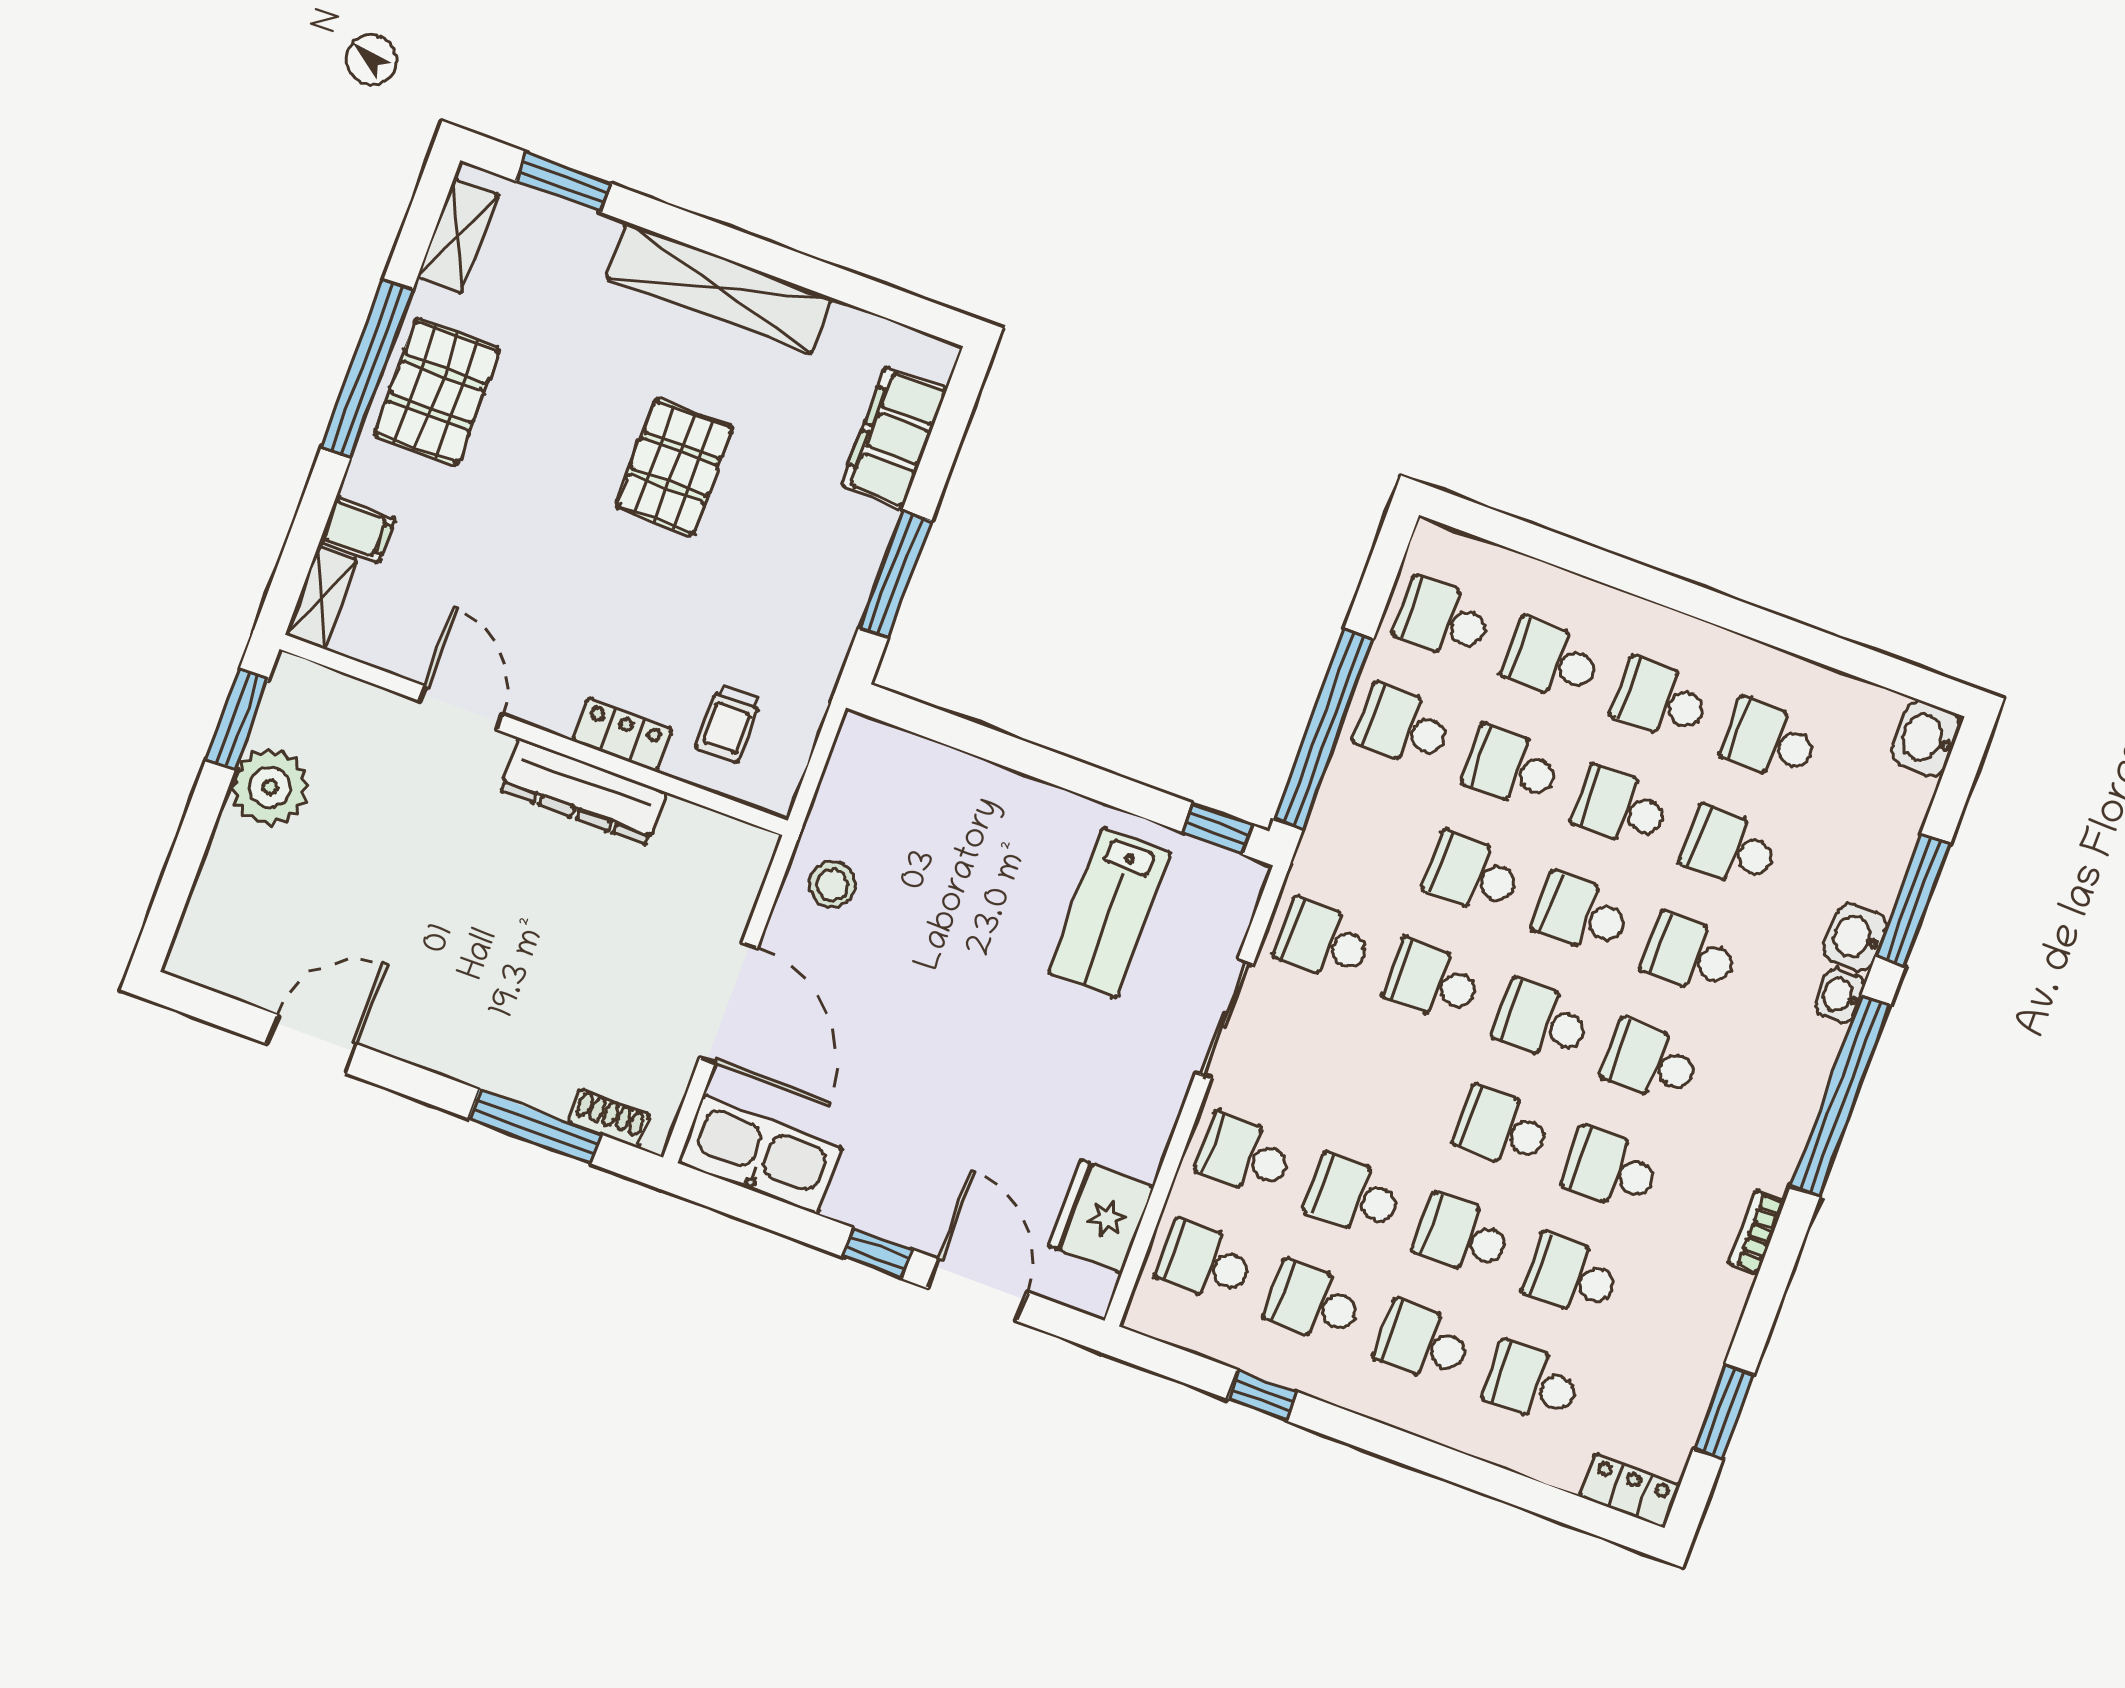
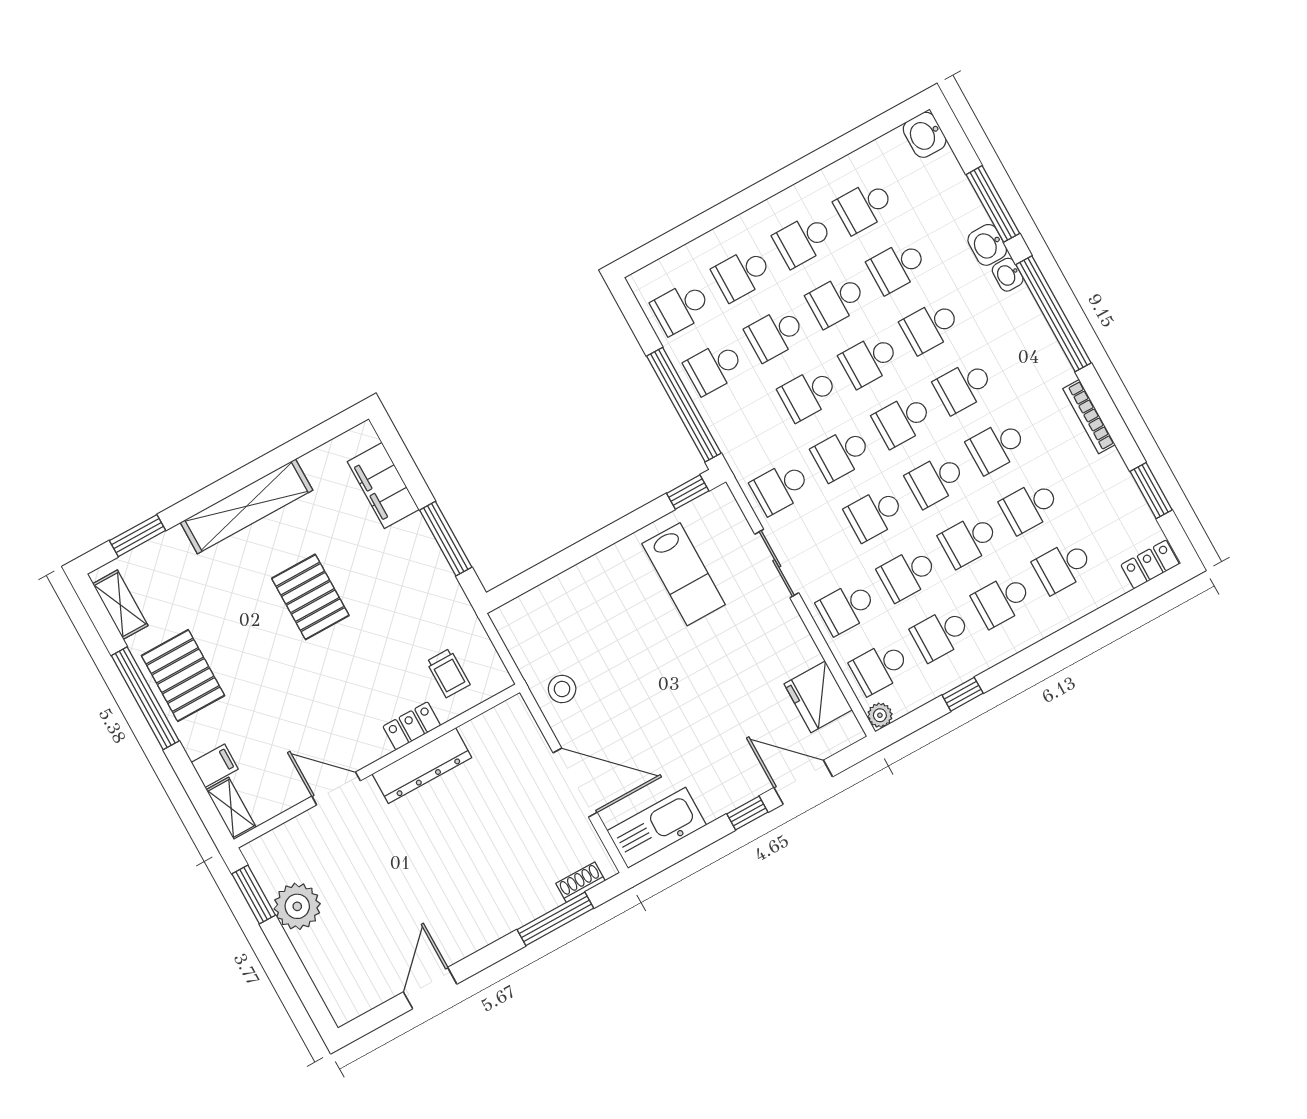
school desk: (1393, 1088) -> (875, 514), added
bookcase: (1757, 1232) -> (1089, 417), width x1.56
plant: (1145, 1314) -> (880, 715), added

